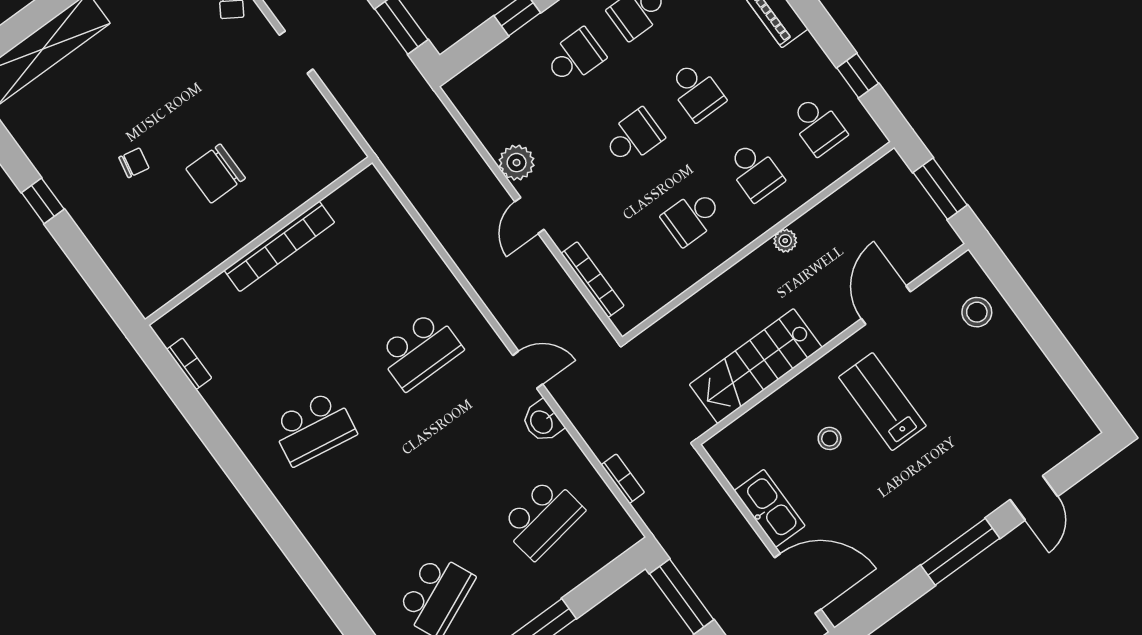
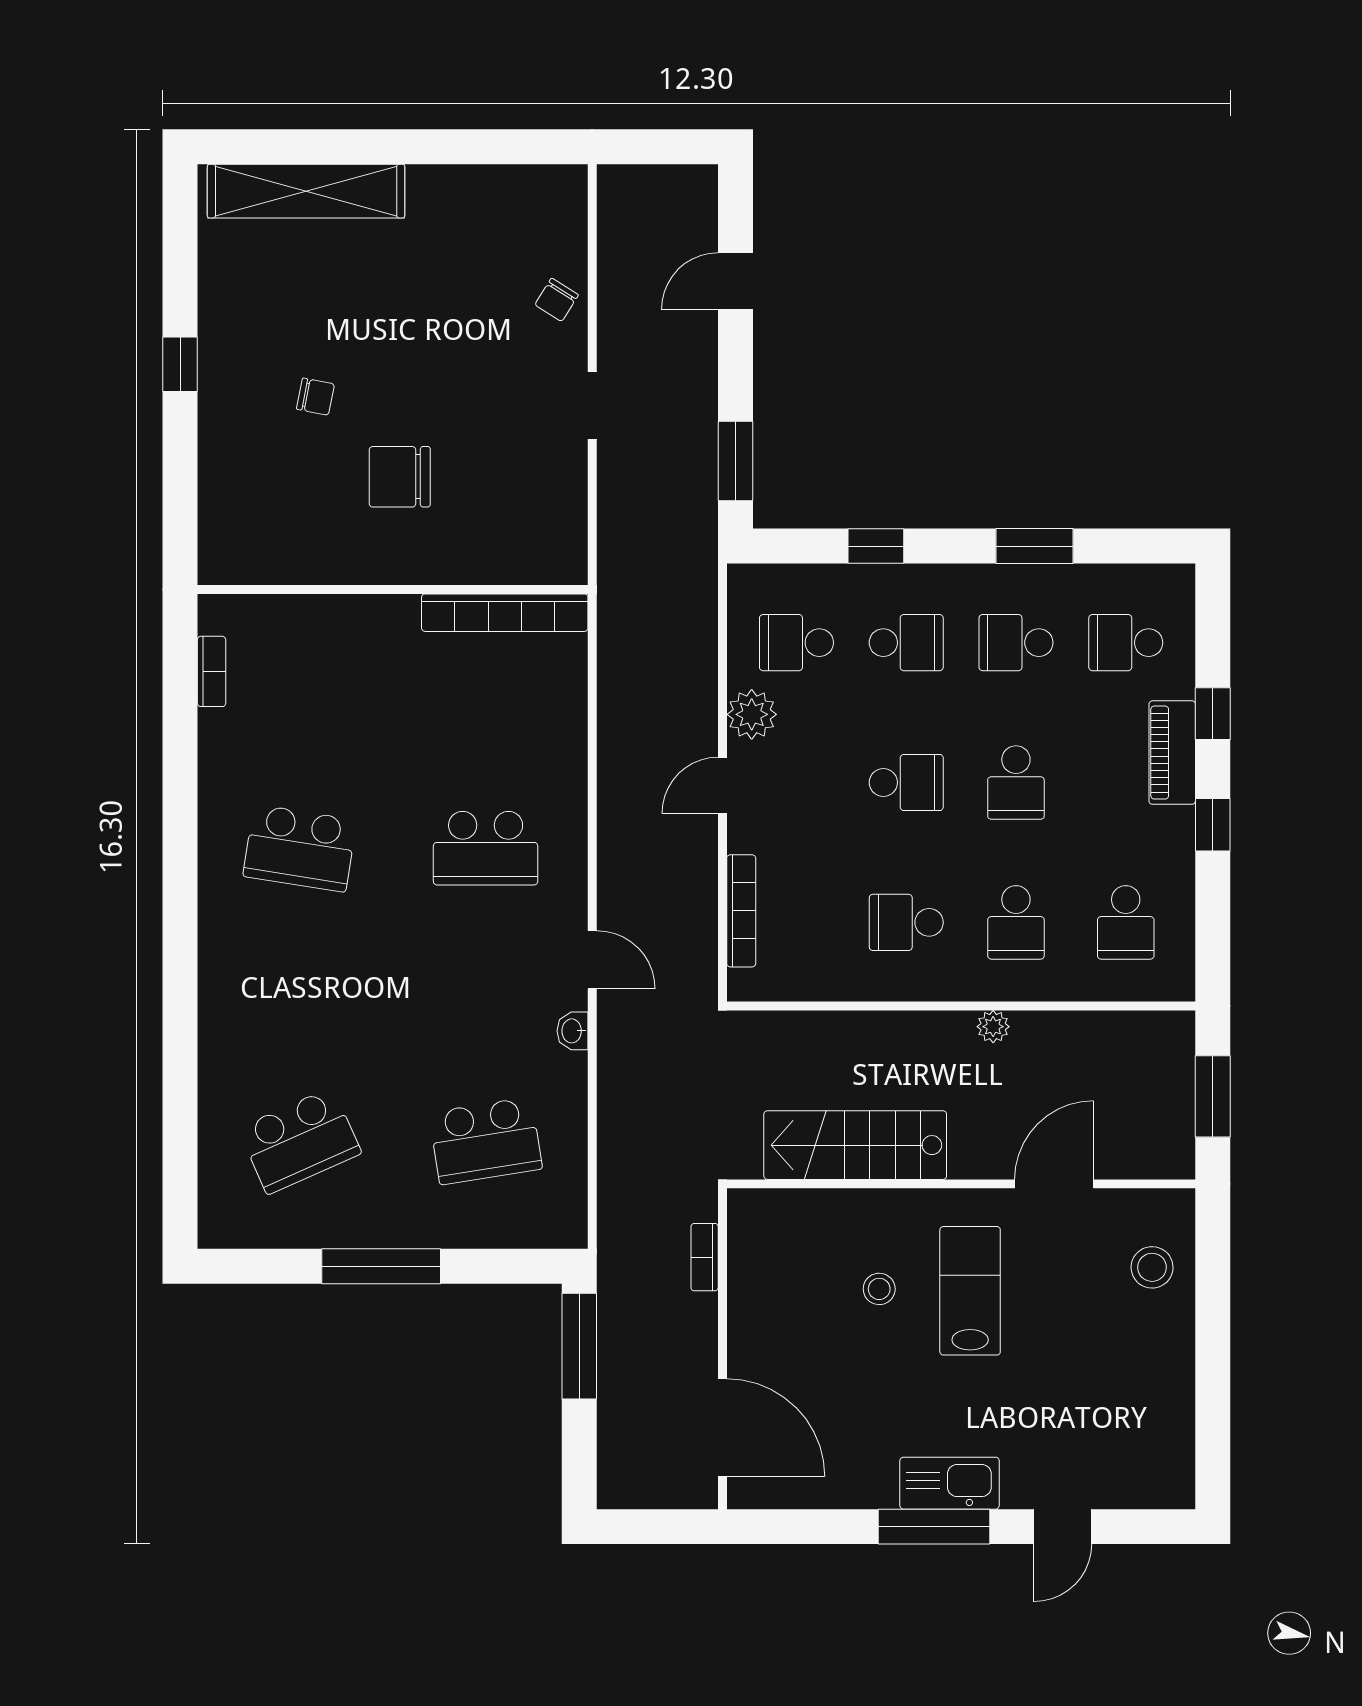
window: (858, 76) -> (1213, 825), moved
school desk: (512, 103) -> (796, 643), added
bookcase: (279, 246) -> (505, 613), moved
washbasin: (542, 422) -> (573, 1031), width x0.72, depth x0.69
bookcase: (623, 479) -> (705, 1257), moved, turned 180
kitchen sink: (770, 508) -> (950, 1483), moved, turned -90

